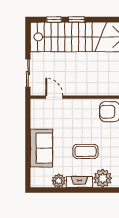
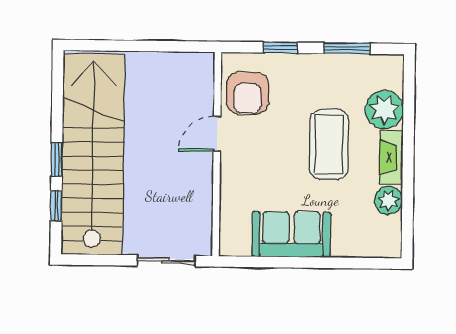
door: (54, 97) -> (217, 134), moved
sofa: (41, 148) -> (291, 234), moved
coffee table: (85, 151) -> (329, 144), width x1.36, depth x1.32

